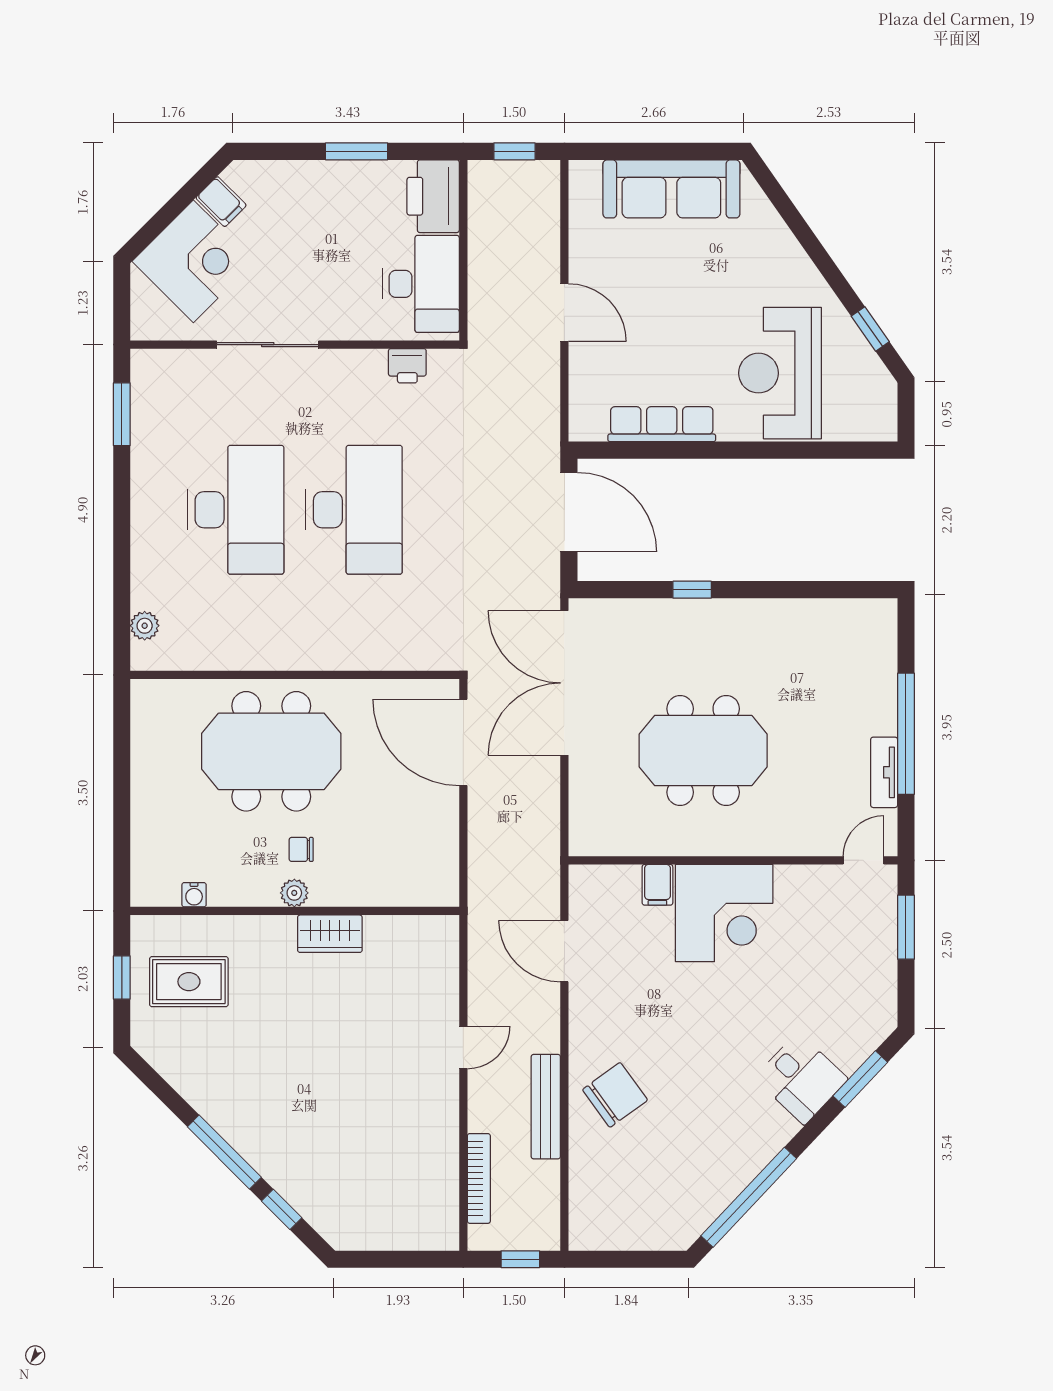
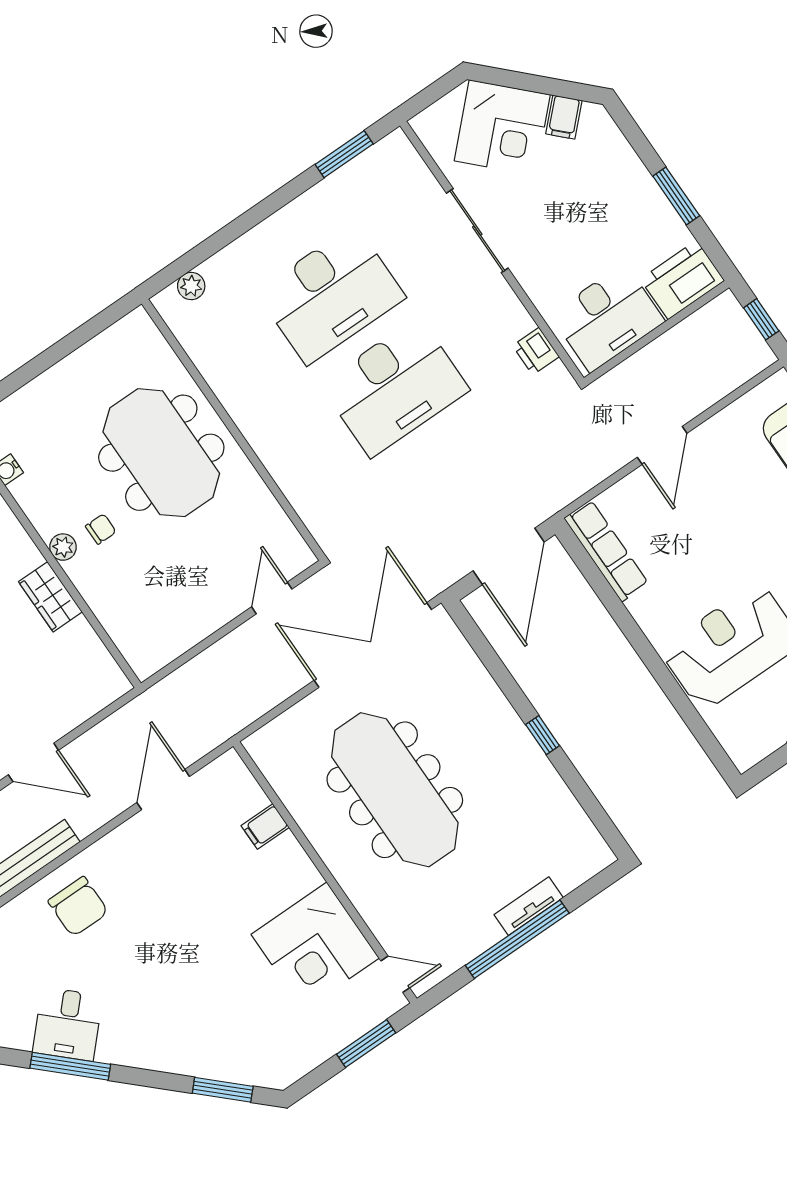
row of seats: (662, 424) -> (606, 551), moved
window: (692, 590) -> (543, 735), moved
door: (463, 742) -> (272, 598), width x0.53
meeting table: (703, 751) -> (395, 790), width x1.36
tv unit: (884, 772) -> (529, 906), moved
chair: (301, 849) -> (101, 529), turned 90
corner desk: (724, 913) -> (315, 946), moved
door: (463, 1047) -> (33, 762), width x1.38
desk: (801, 1078) -> (68, 1024), moved
chair: (615, 1095) -> (78, 907), turned 36
window: (749, 1197) -> (70, 1066), width x0.68

